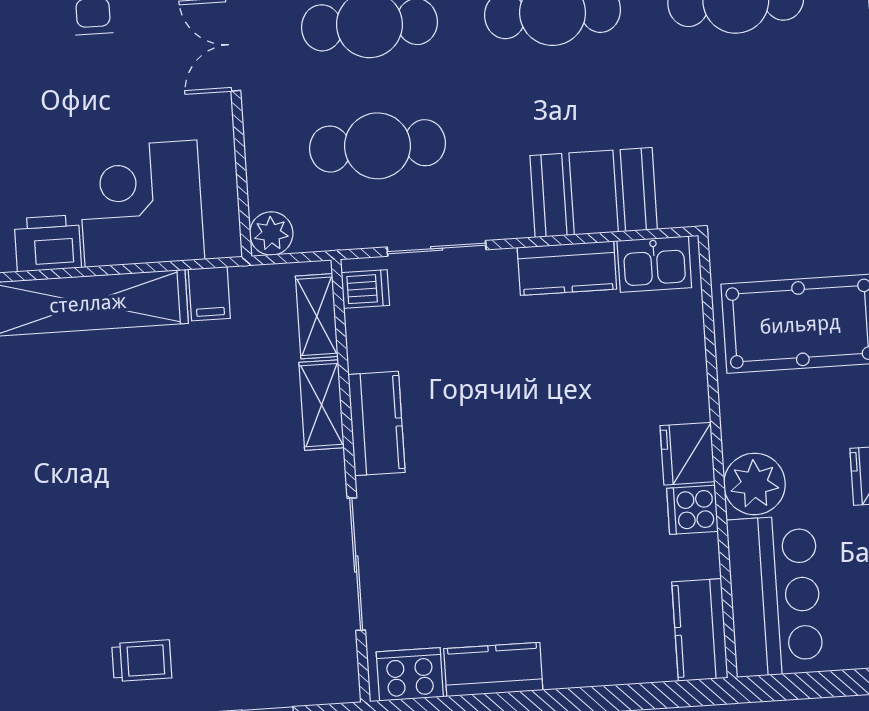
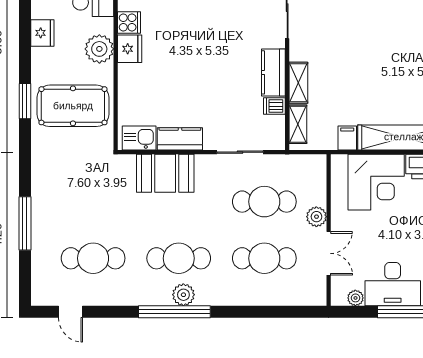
plant: (271, 233) -> (316, 217), moved
dishwasher: (365, 289) -> (274, 106), moved
plant: (754, 484) -> (99, 49), moved

